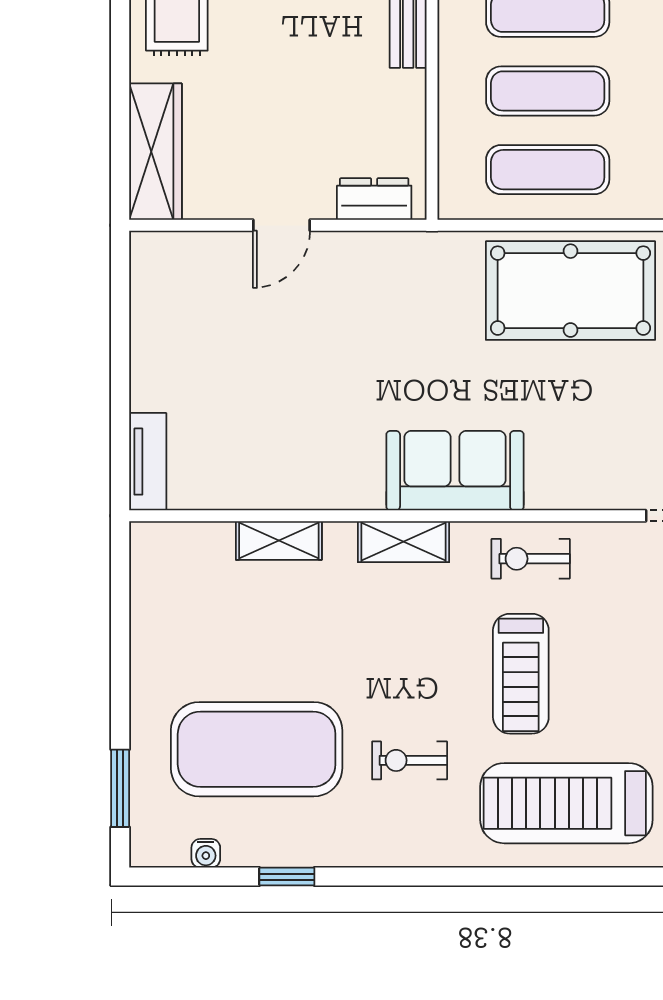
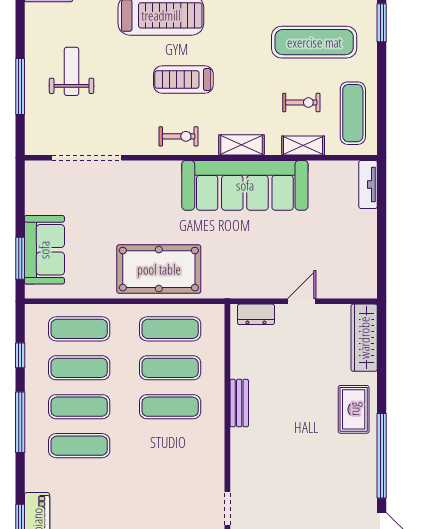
sofa: (455, 471) -> (245, 185), width x1.85, depth x1.27
exercise mat: (178, 606) -> (353, 113), added
treadmill: (521, 674) -> (183, 80), turned -90
exercise mat: (257, 749) -> (314, 42), width x0.68
exercise bike: (410, 760) -> (301, 102), moved

